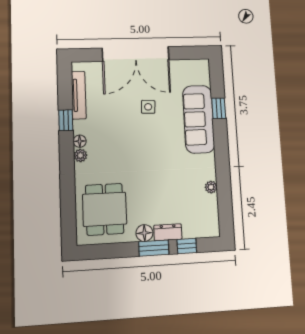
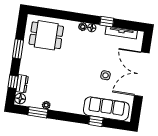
sofa: (199, 119) -> (106, 109), moved
window: (225, 198) -> (38, 112), added
dresser: (168, 232) -> (22, 84), moved
floor lamp: (144, 233) -> (20, 99), moved
window: (154, 248) -> (18, 49), moved

